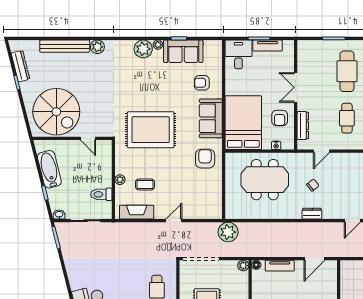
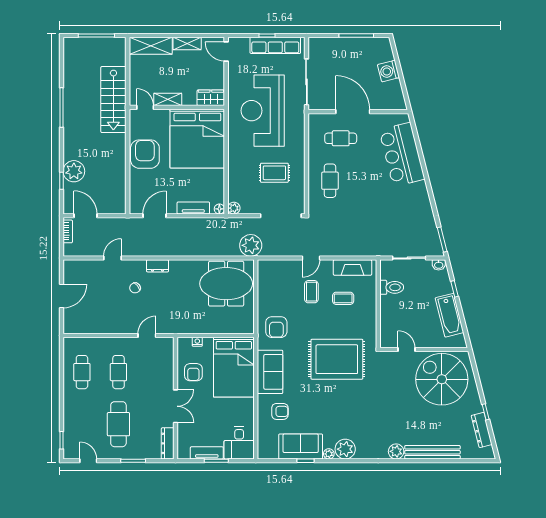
armchair: (280, 118) -> (193, 372), turned 180
dresser: (303, 126) -> (168, 443), moved
plant: (120, 180) -> (371, 304), removed
meeting table: (265, 180) -> (226, 284), moved
chair: (313, 185) -> (135, 288), moved
coffee table: (173, 190) -> (311, 292), added

